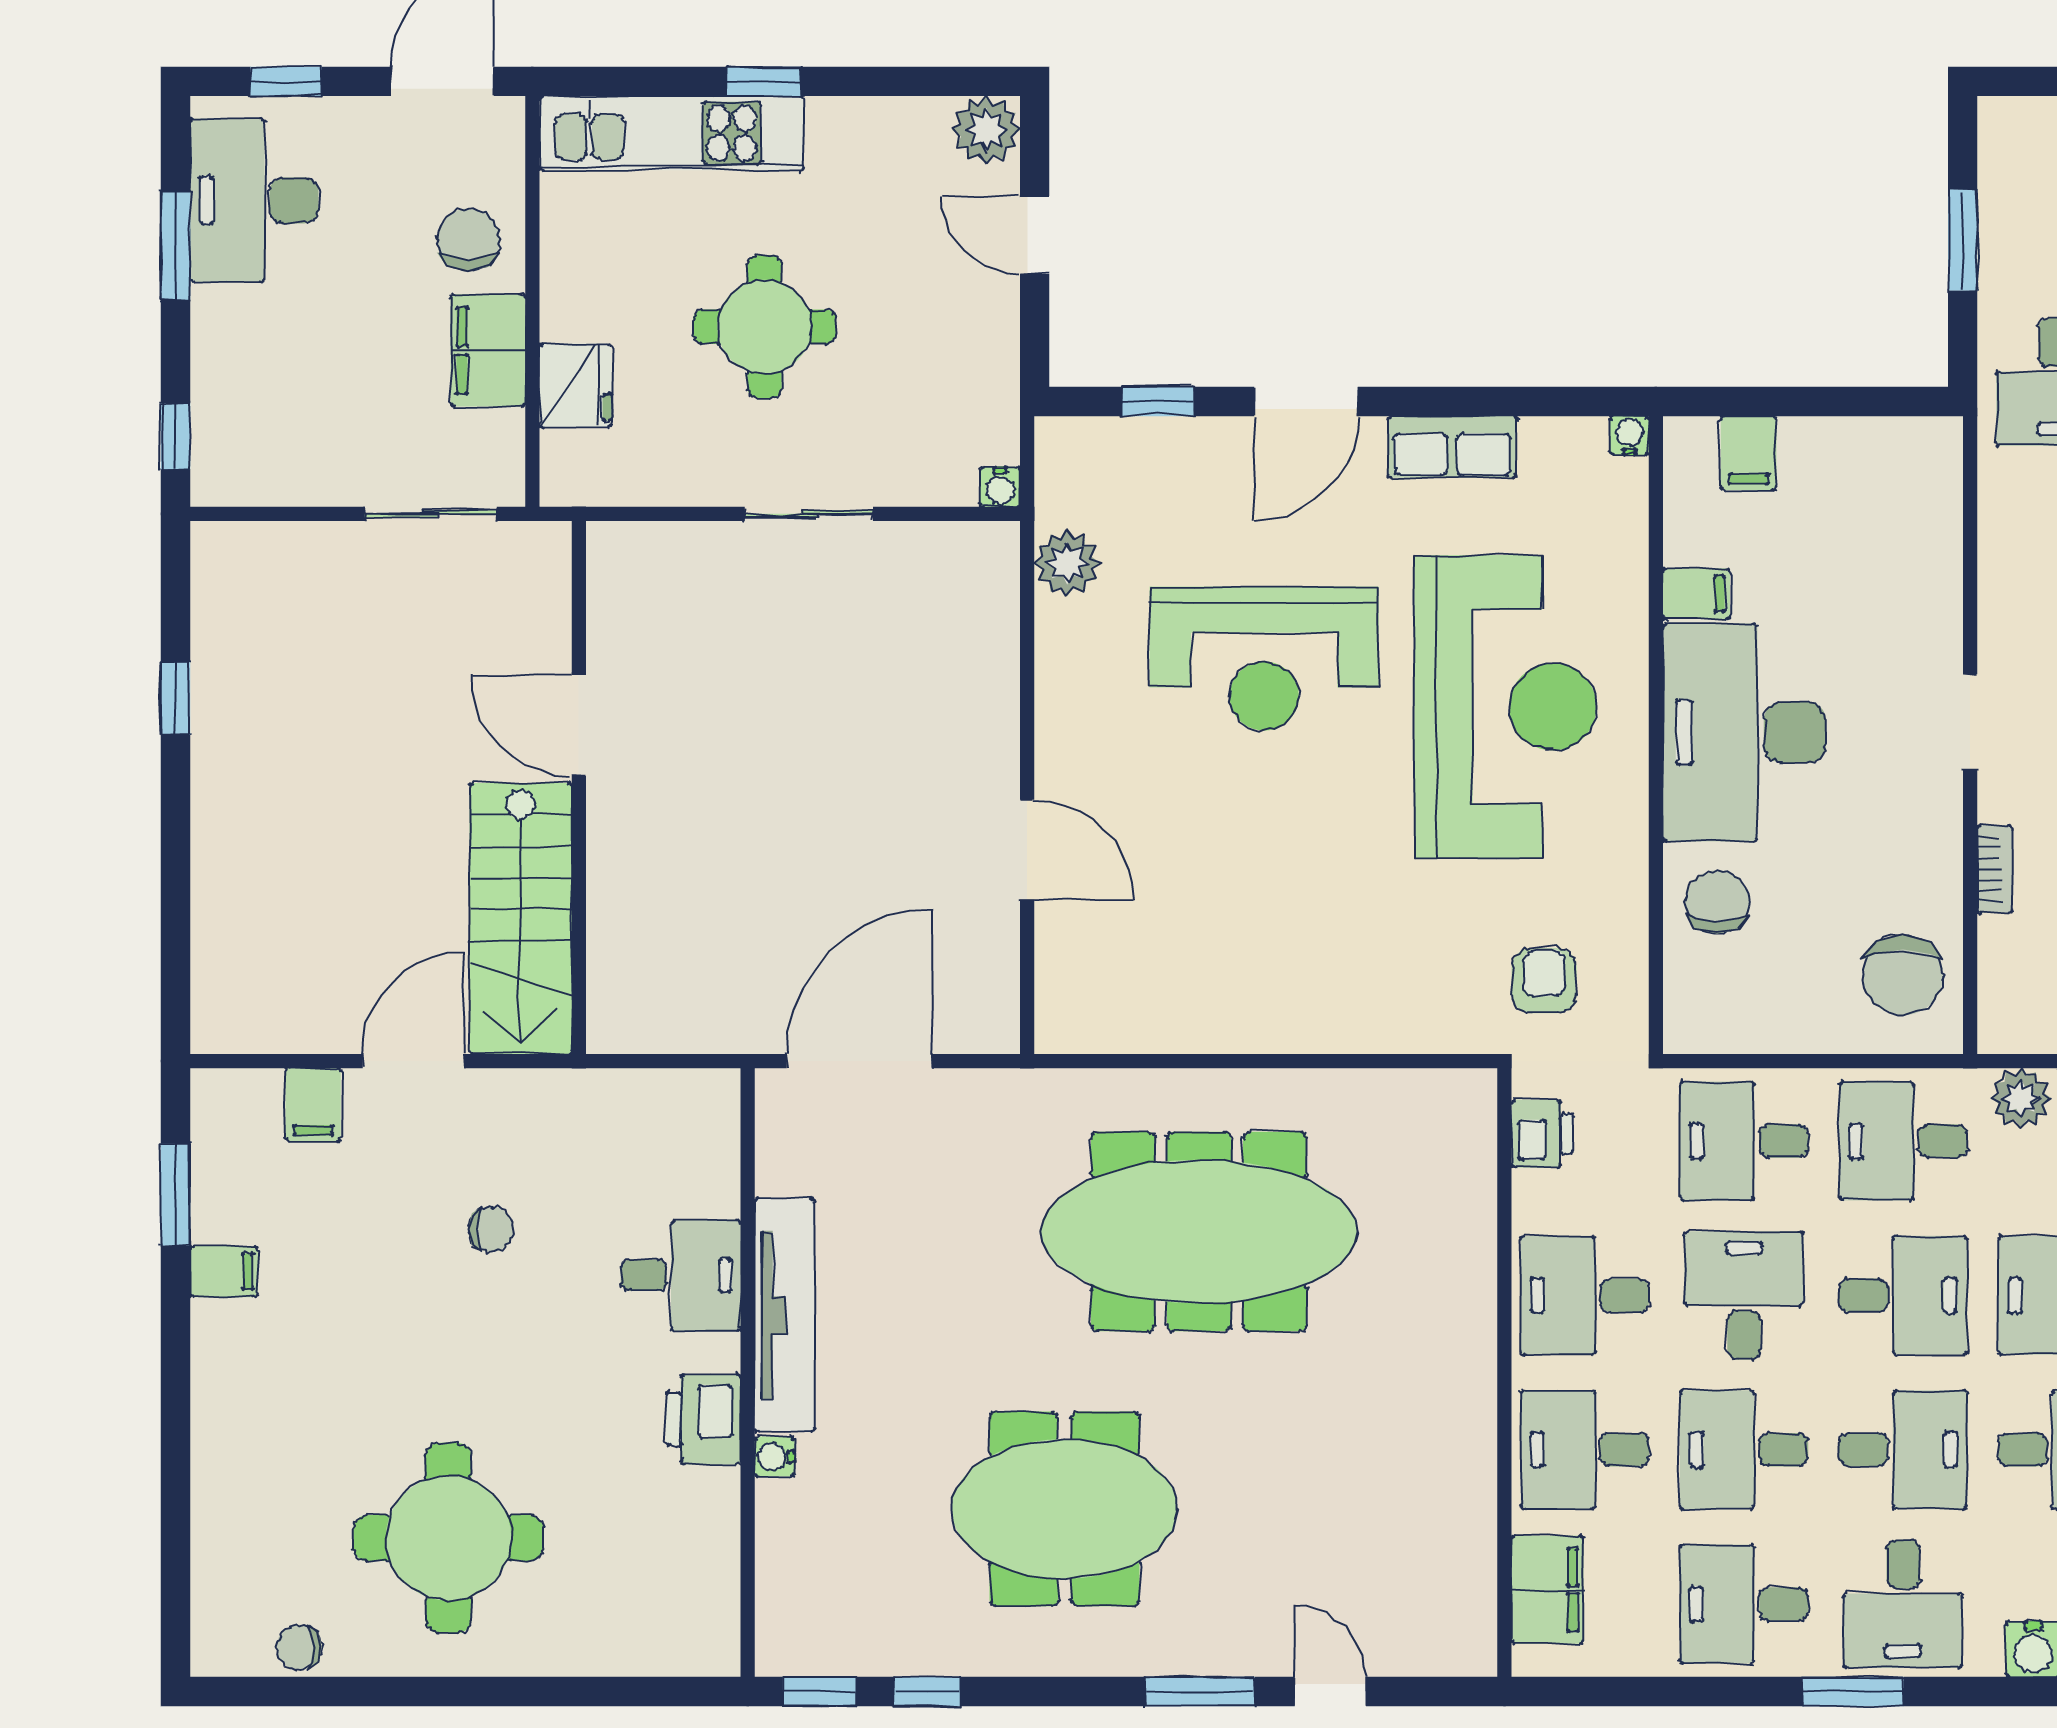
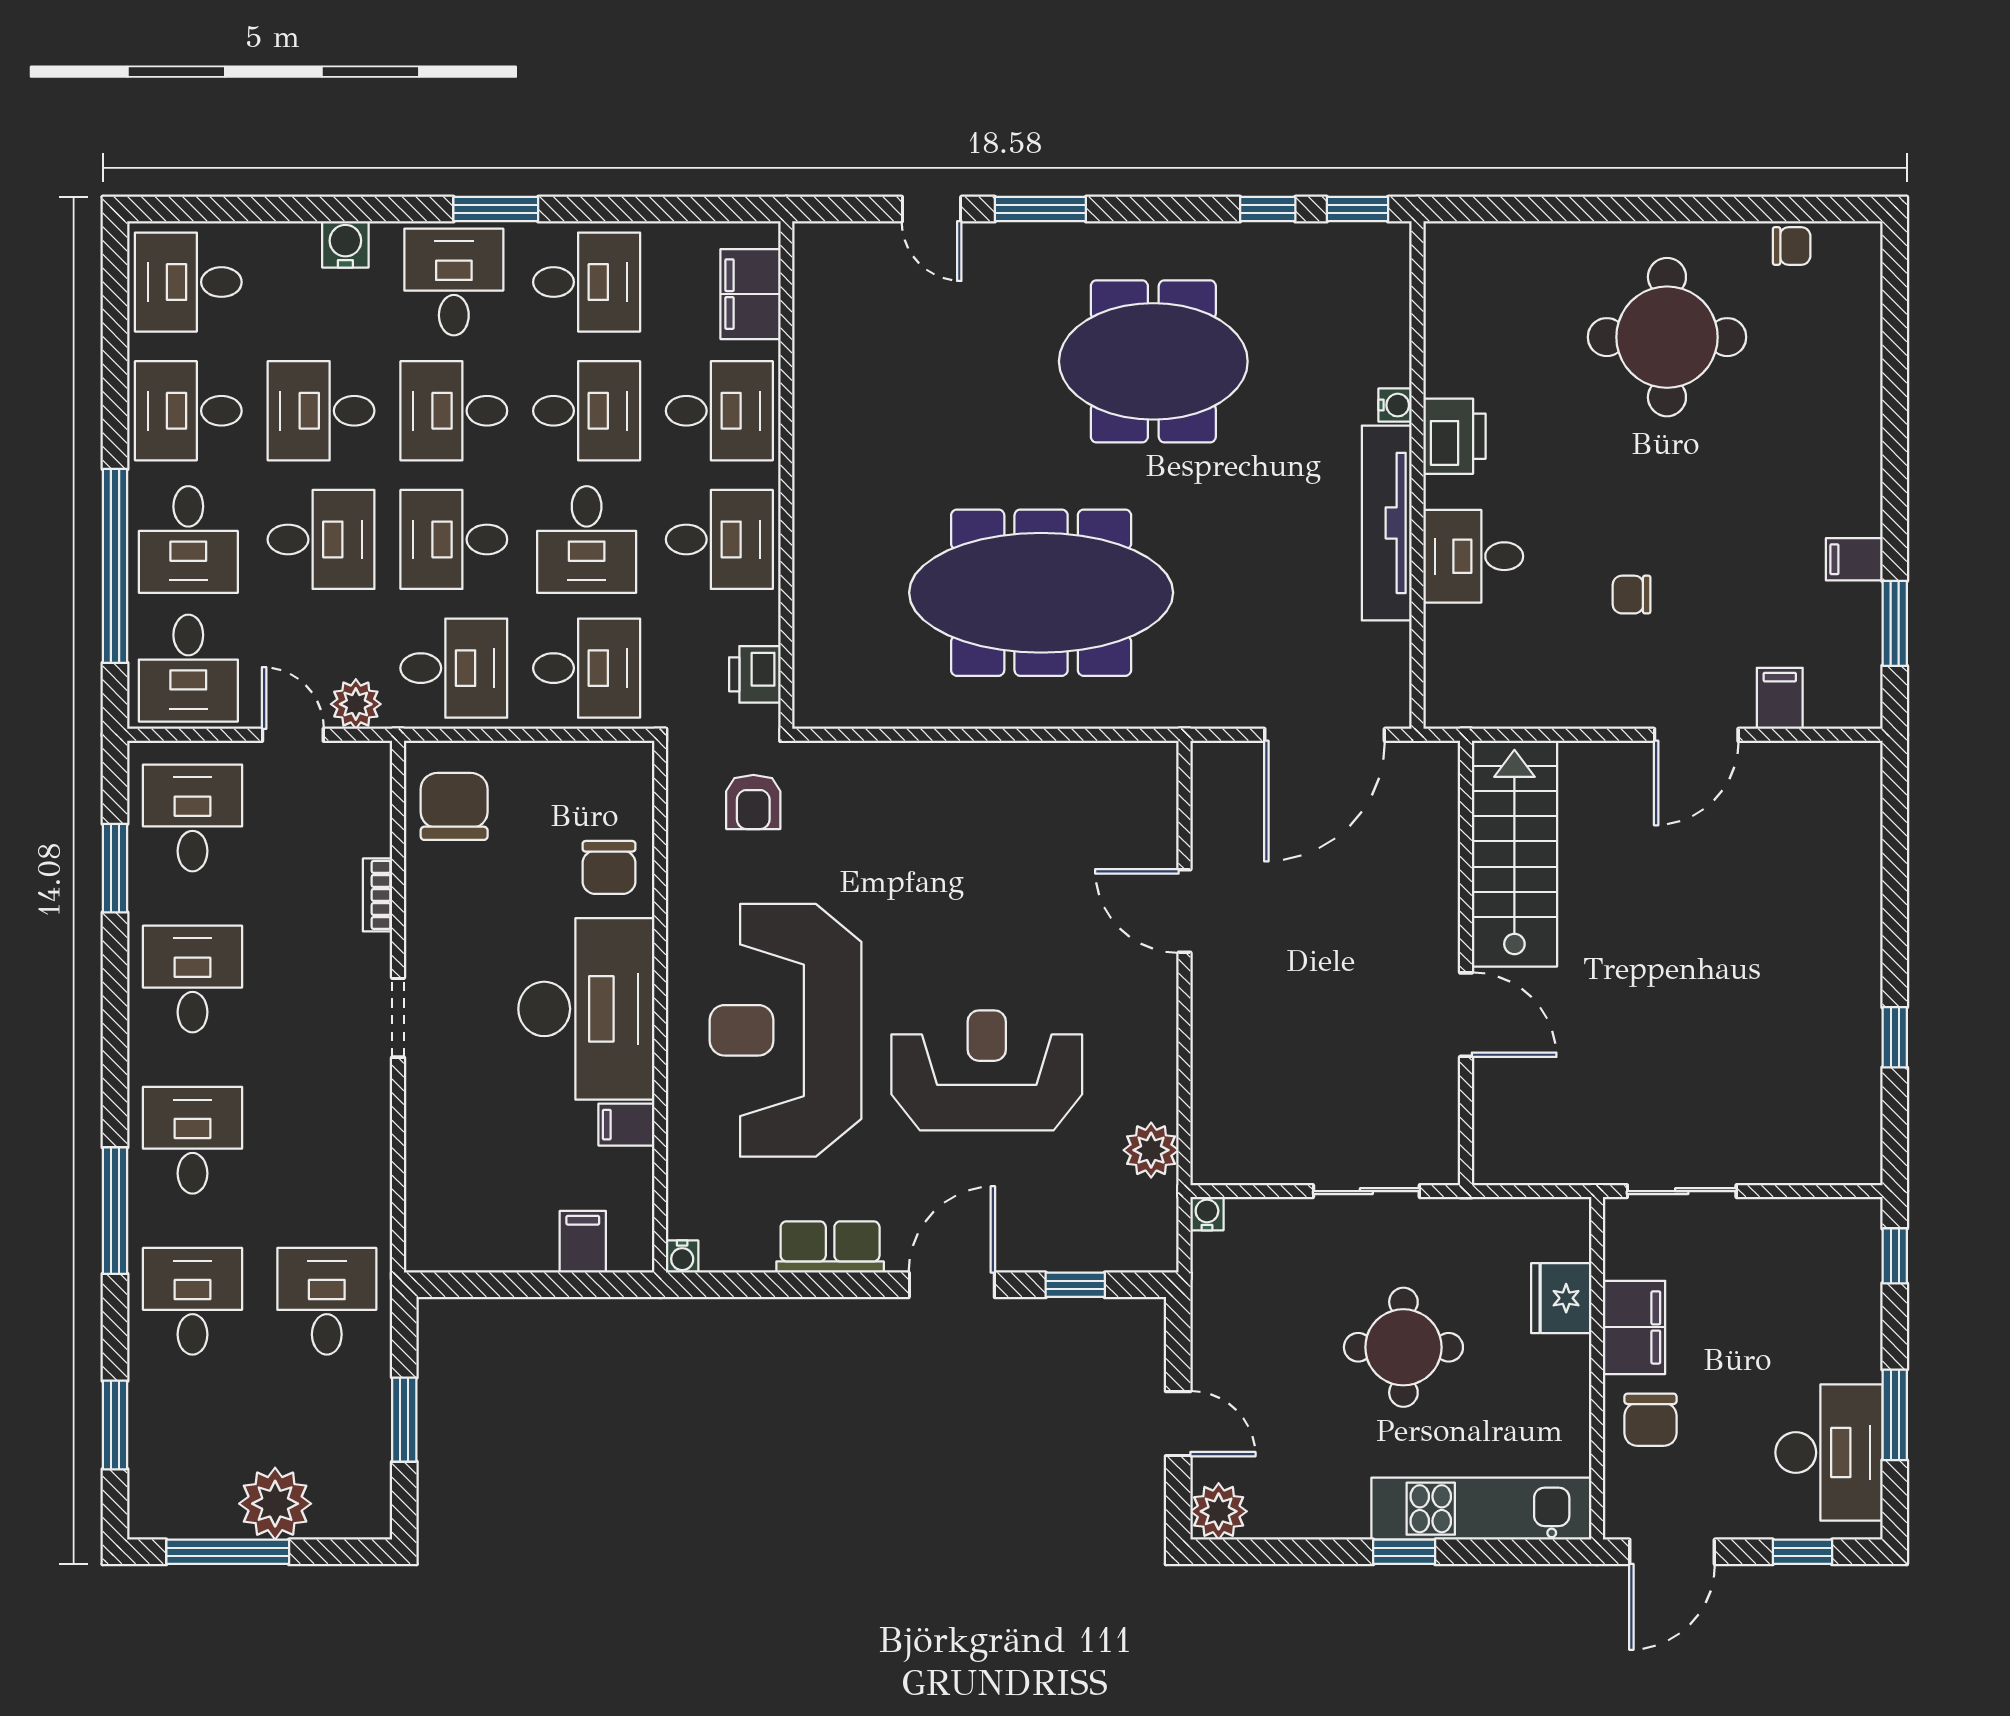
door: (579, 725) -> (1466, 1015), moved
wall: (579, 787) -> (1466, 963), moved
stairs: (521, 919) -> (1514, 854), moved

